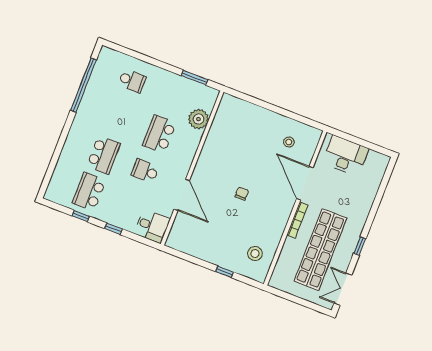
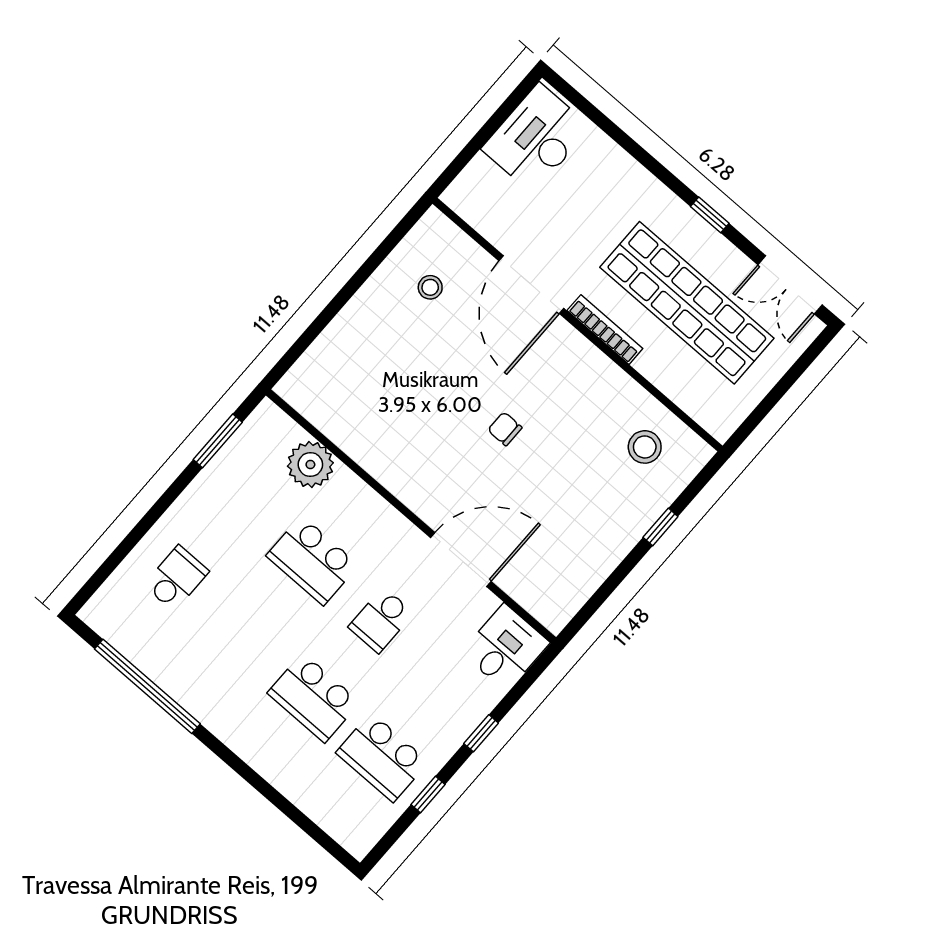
school desk: (103, 155) -> (314, 698), turned 180
desk: (346, 156) -> (536, 138), moved
door: (305, 183) -> (531, 285), hinge flipped

